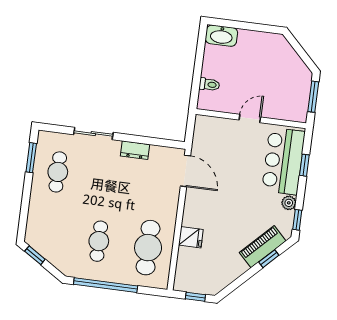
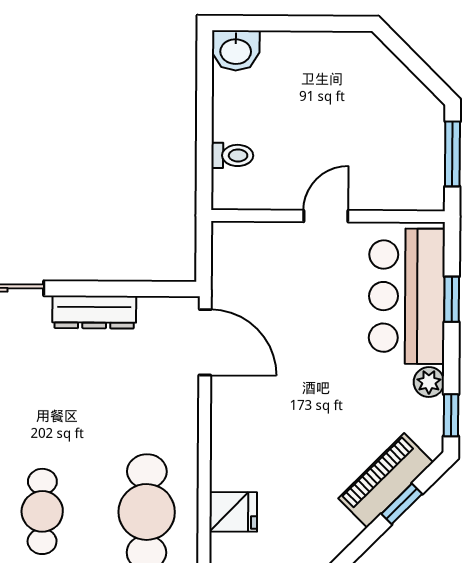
washbasin: (221, 36) -> (236, 50), width x0.72
dresser: (135, 150) -> (94, 312), width x1.44
fridge: (191, 237) -> (233, 512), moved

